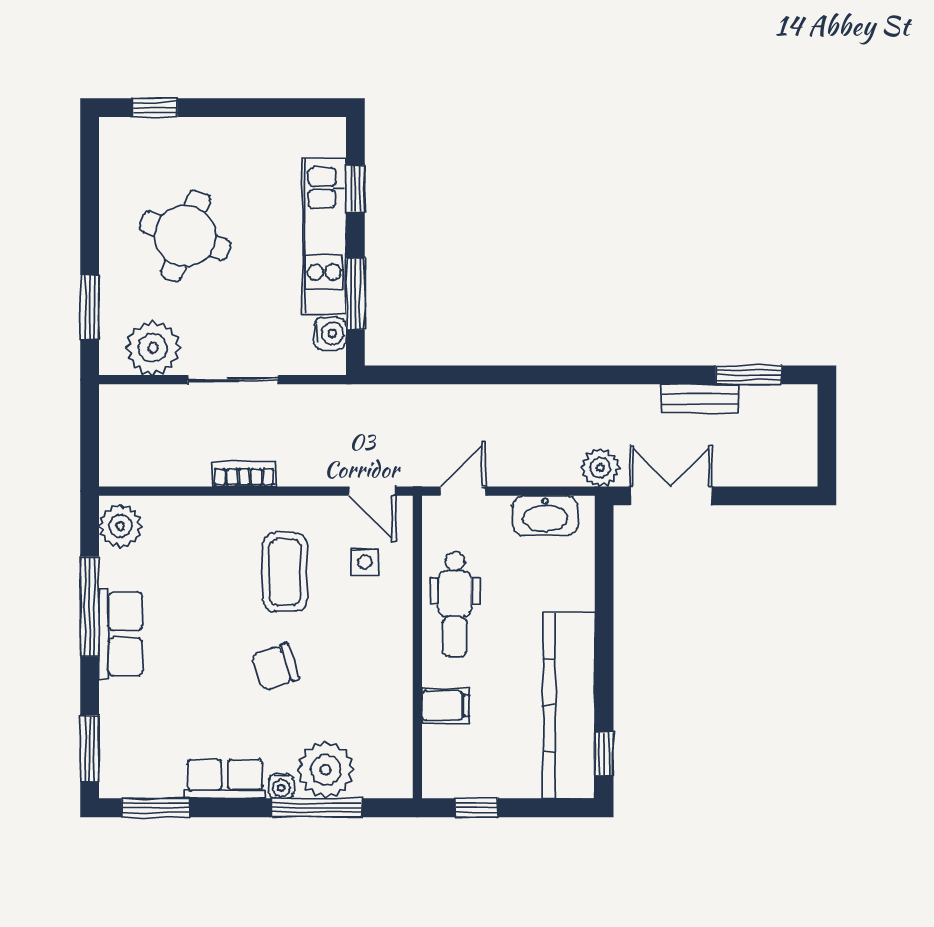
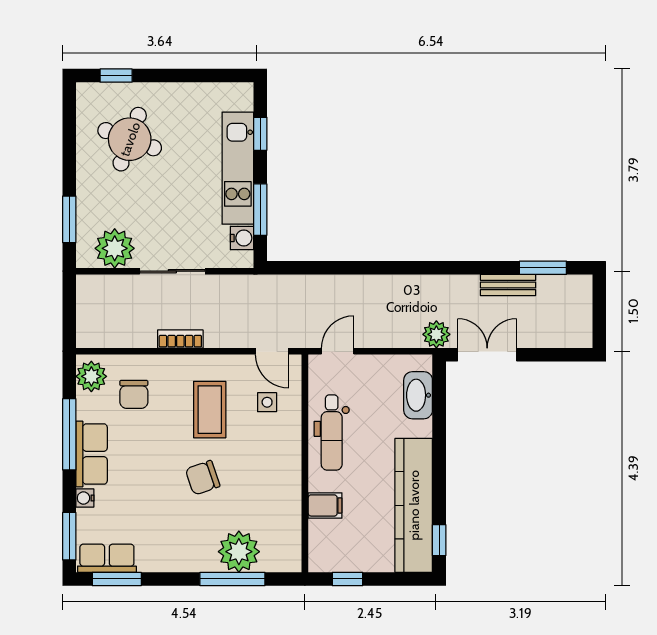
round table: (185, 236) -> (130, 139), moved
washbasin: (545, 516) -> (418, 395), moved, turned 90
chair: (180, 551) -> (134, 394), added
row of seats: (225, 779) -> (107, 558), moved
water cooler: (281, 786) -> (85, 498), moved, turned 90

